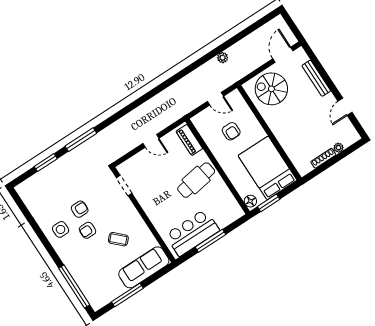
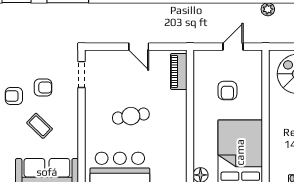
door: (215, 99) -> (233, 47), swing flipped
cafe table: (196, 180) -> (131, 116), moved, width x0.73, depth x0.74
armchair: (80, 209) -> (43, 88), moved

